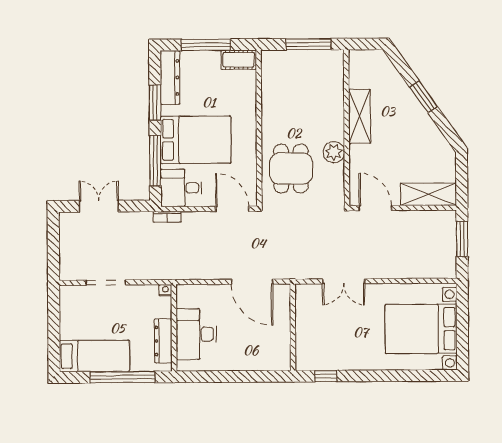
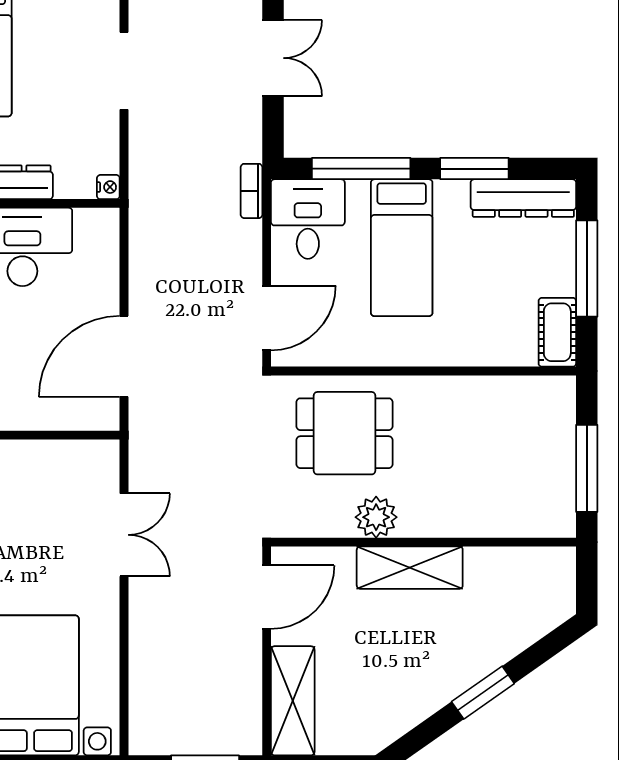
shelving: (360, 116) -> (410, 568), moved
bed: (196, 140) -> (402, 248), width x0.67
double door: (344, 281) -> (124, 535), swing flipped

